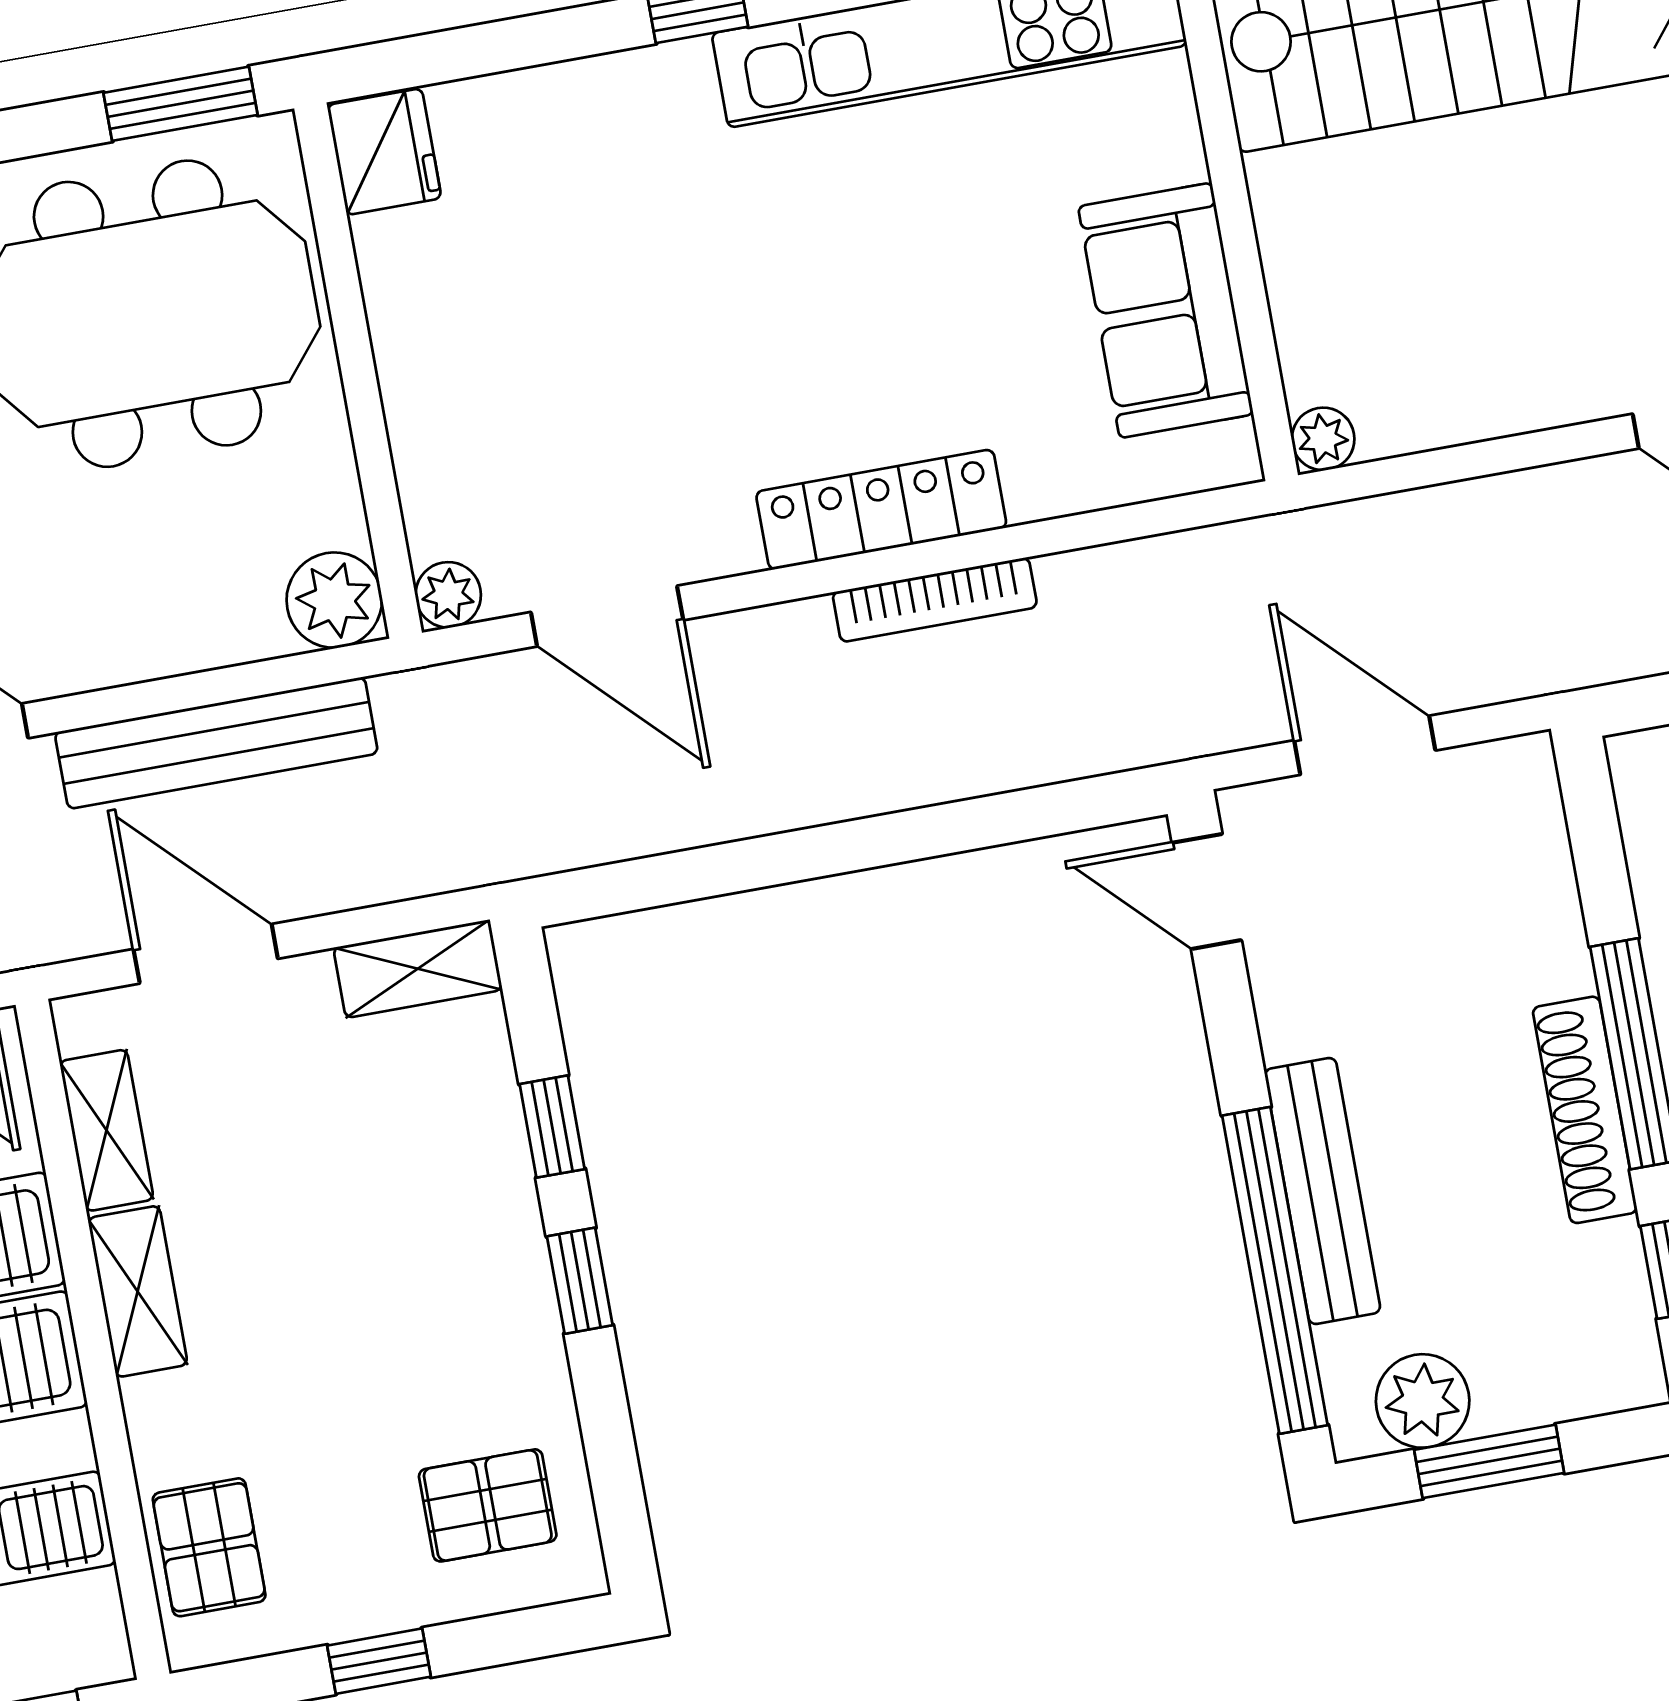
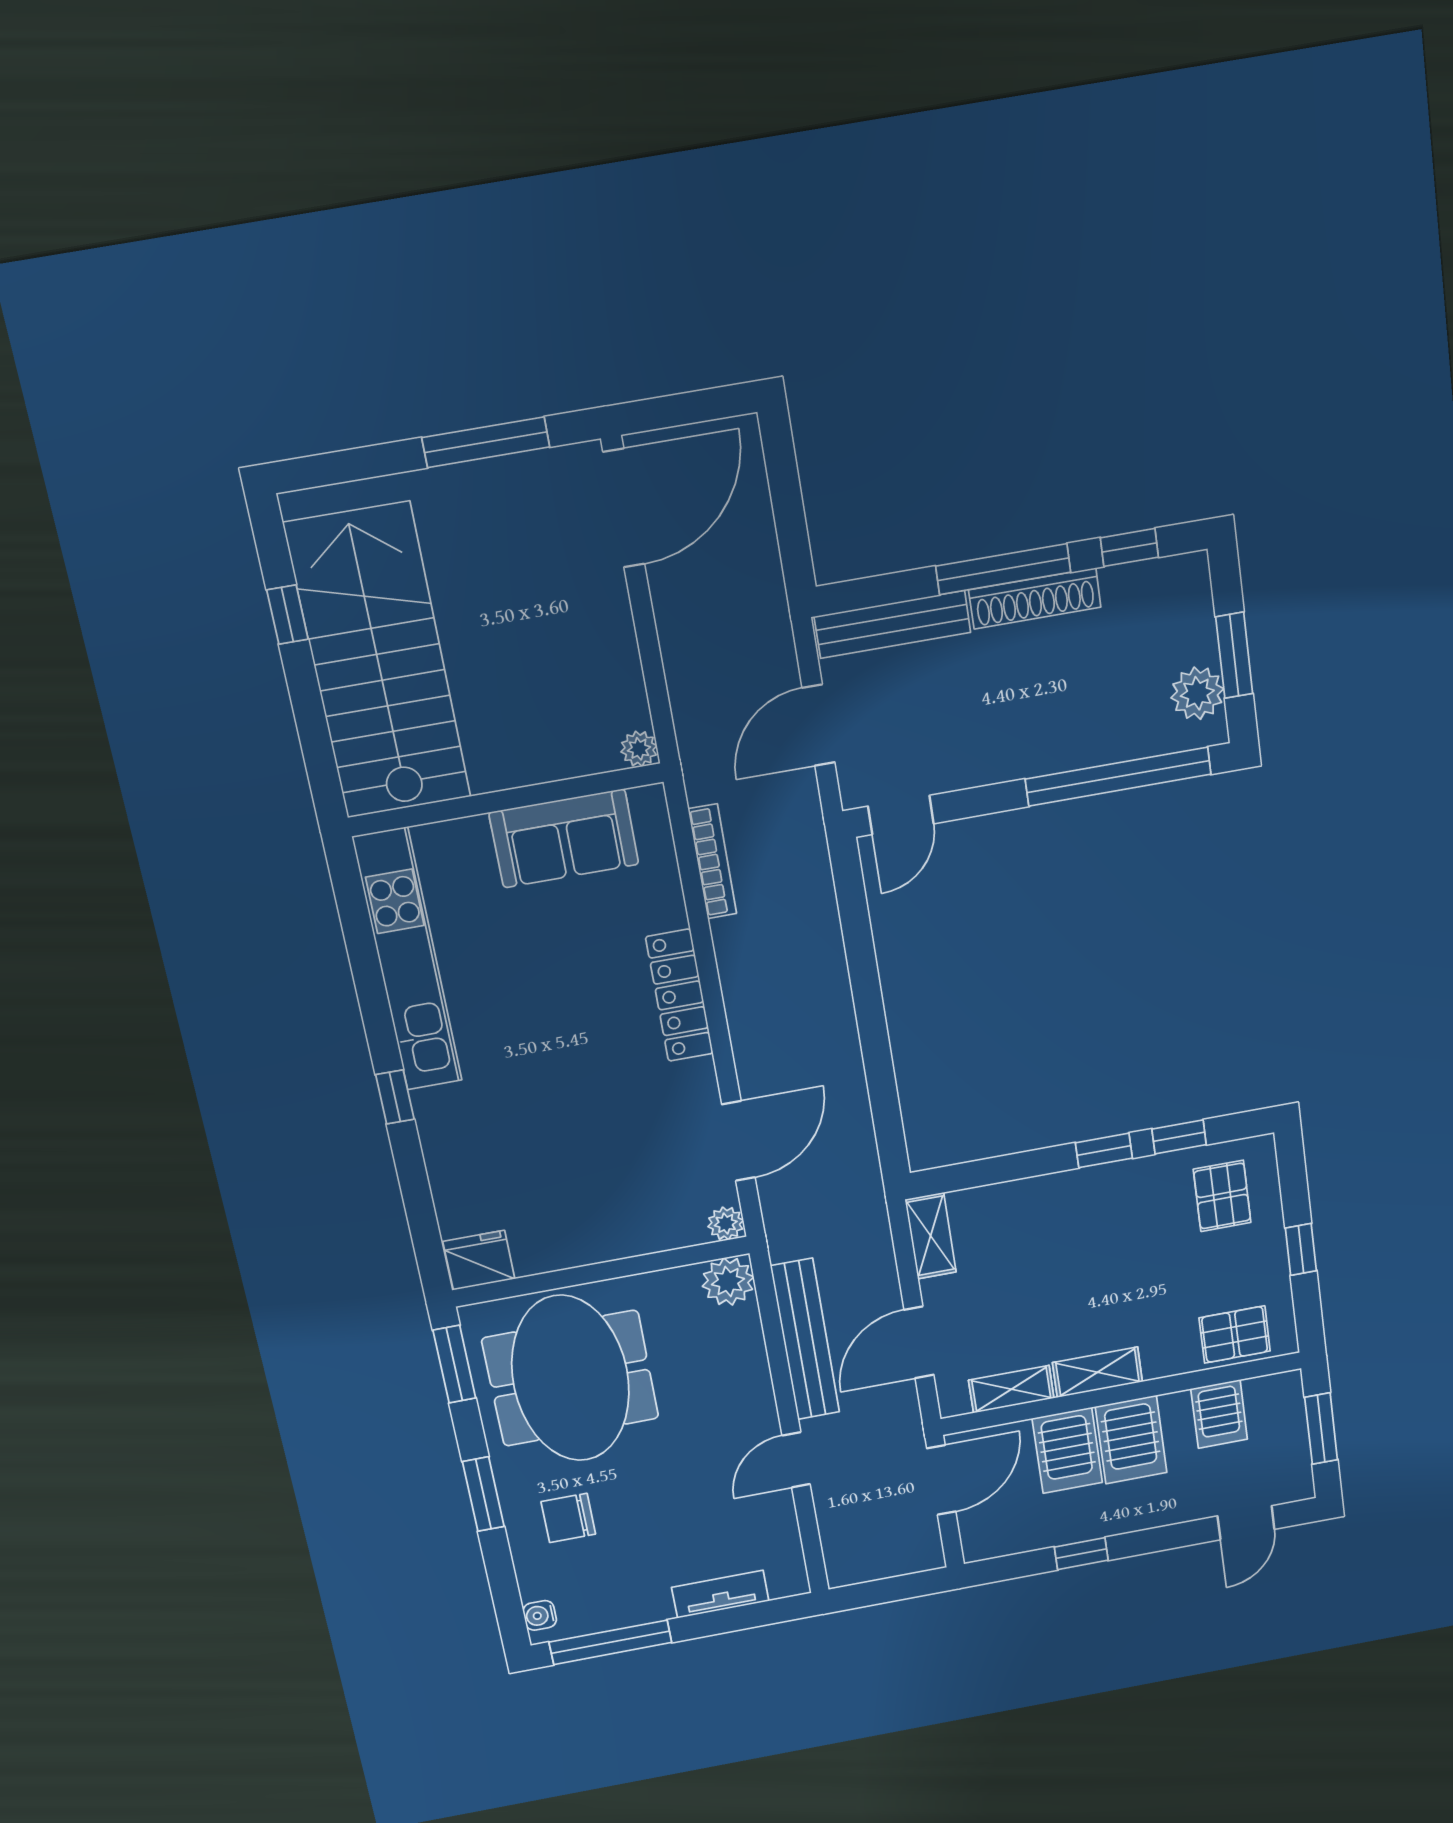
bookcase: (935, 600) -> (712, 861), moved
window: (552, 1127) -> (1179, 1137), moved
bench: (1322, 1191) -> (892, 624), moved

